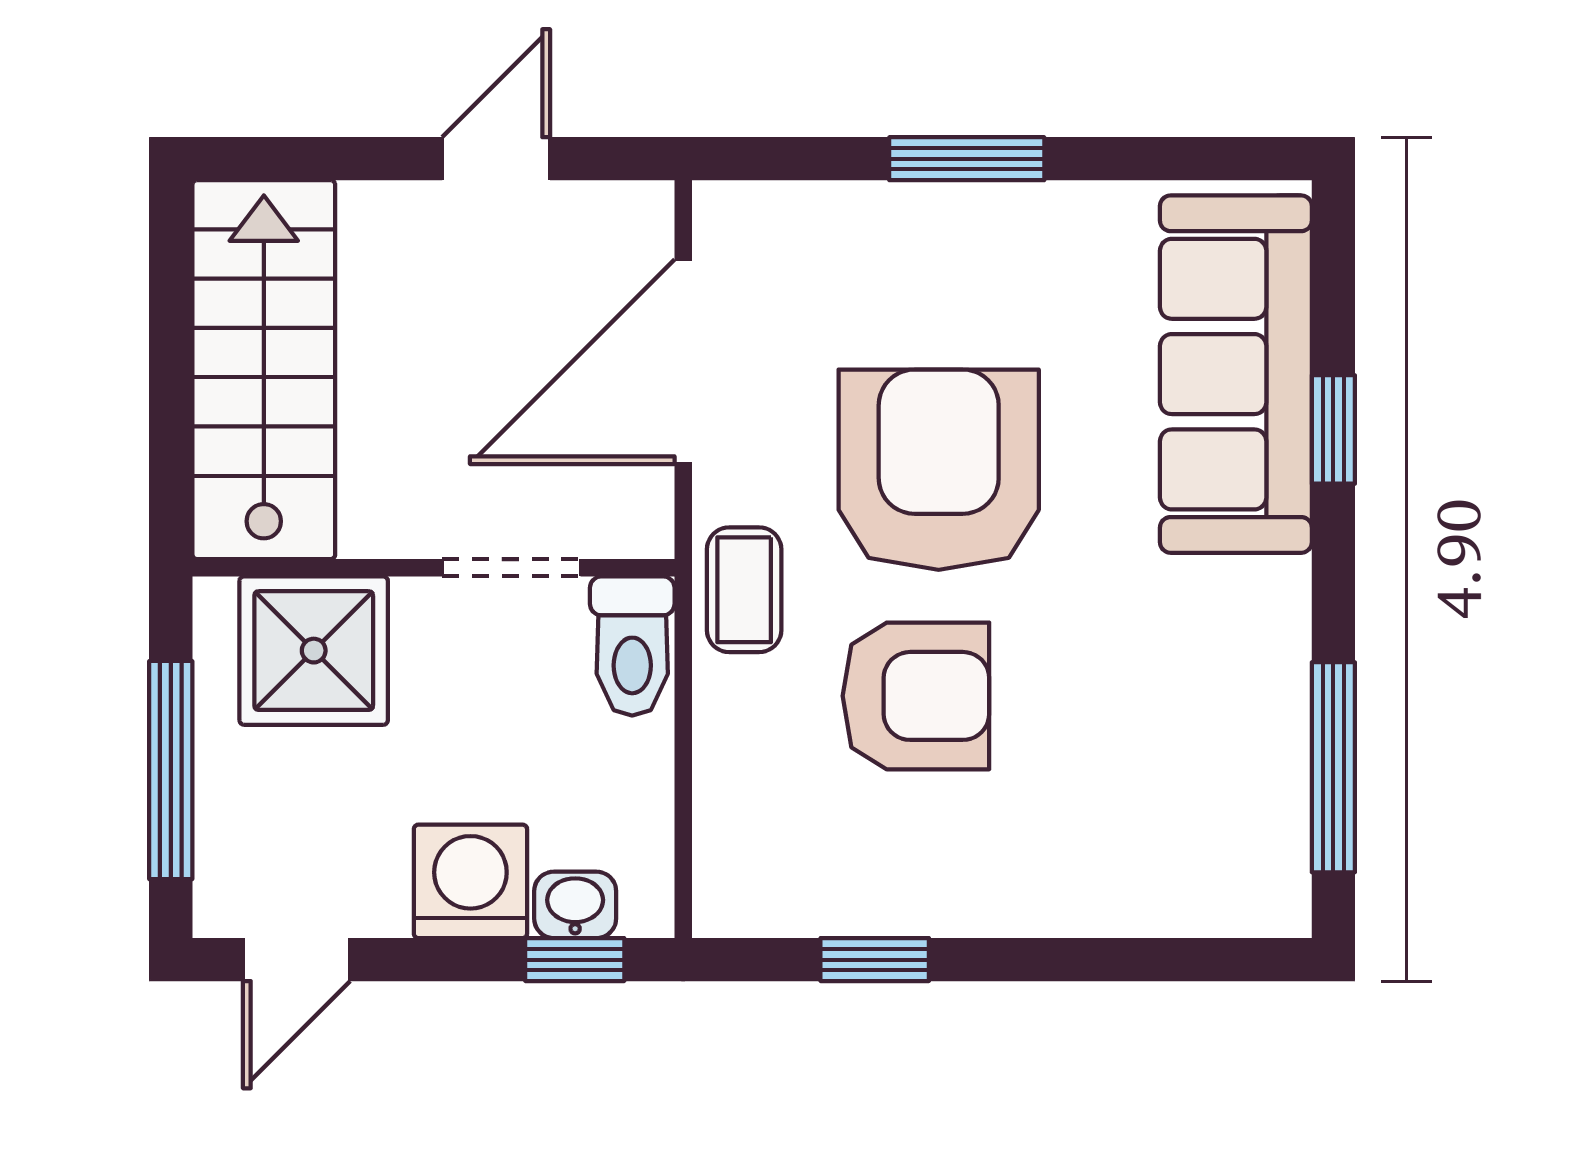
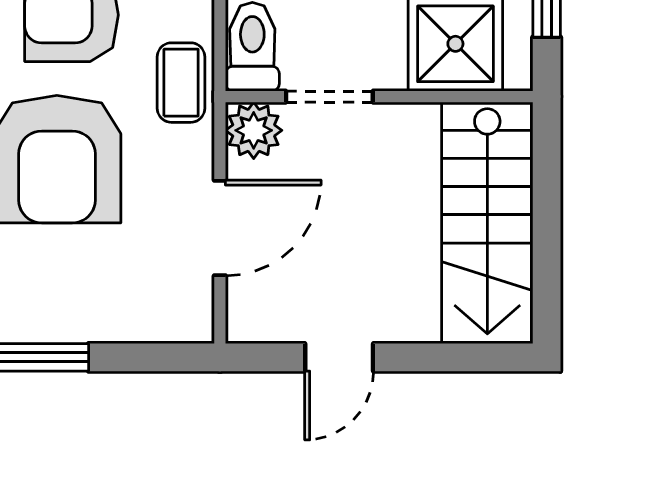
door: (683, 362) -> (220, 228), width x0.73
plant: (630, 515) -> (254, 130), added

